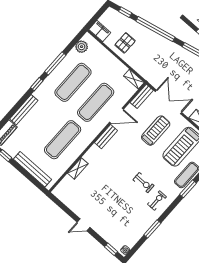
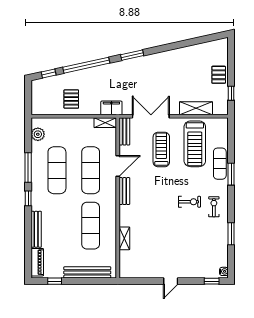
filing cabinet: (100, 31) -> (111, 108), moved

